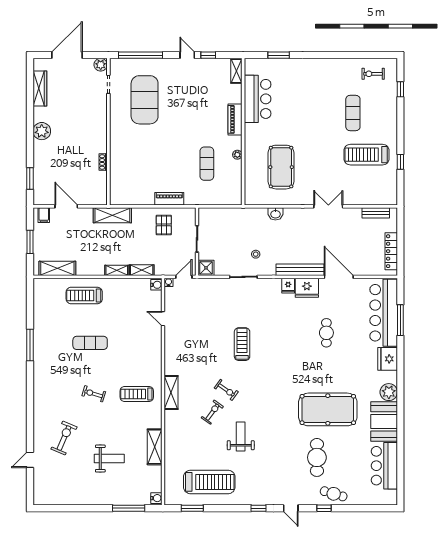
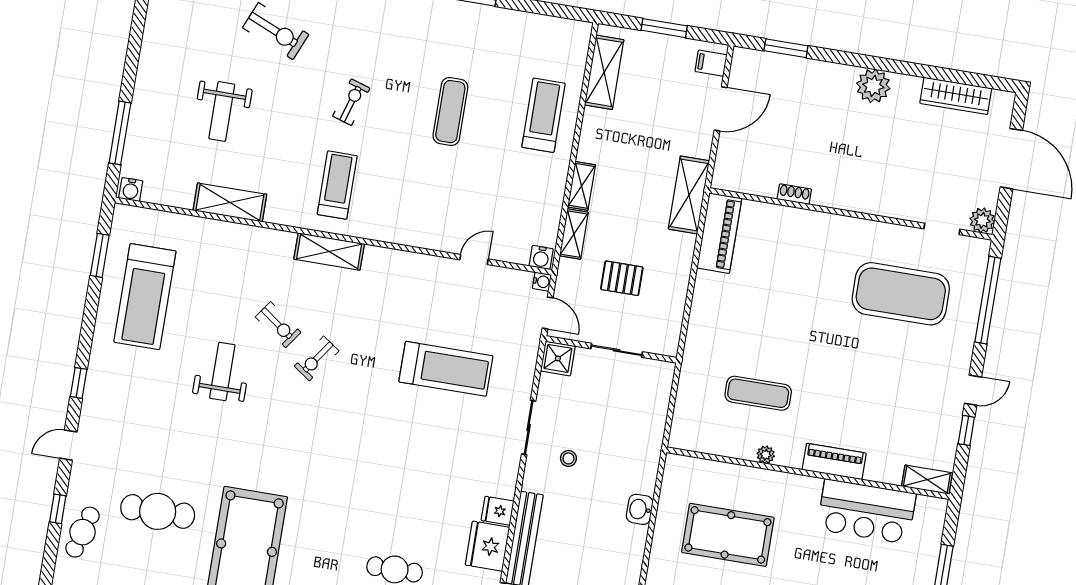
piano: (169, 199) -> (719, 233), moved, width x1.37, depth x1.33
pallet: (164, 225) -> (622, 278), moved
treadmill: (242, 344) -> (446, 369), moved, width x1.37, depth x1.38
weight bench: (241, 436) -> (222, 372), turned -90

